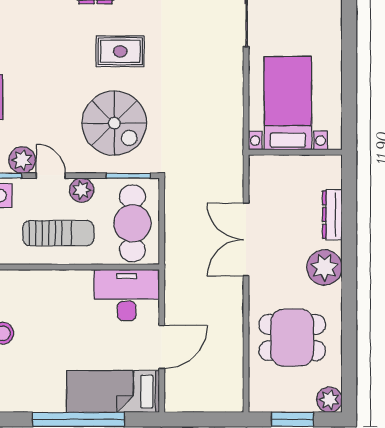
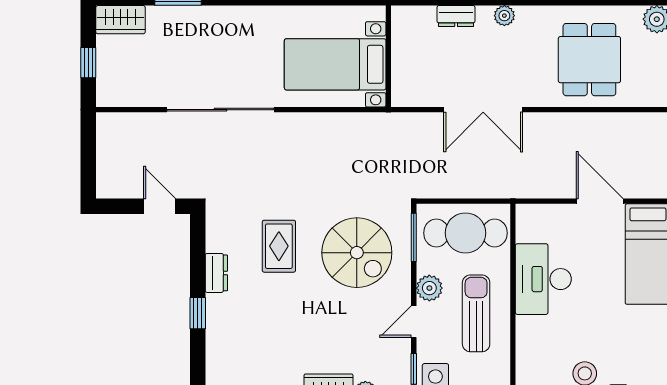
spiral stairs: (114, 123) -> (357, 253), turned 90
plant: (22, 160) -> (397, 353), removed
dresser: (332, 215) -> (456, 16), width x0.70
plant: (324, 267) -> (504, 16), width x0.53, depth x0.53
desk: (127, 295) -> (543, 279), moved

